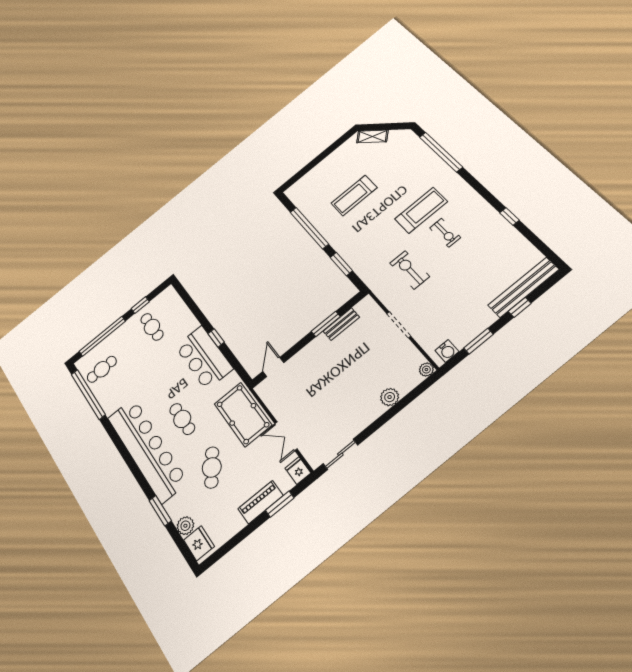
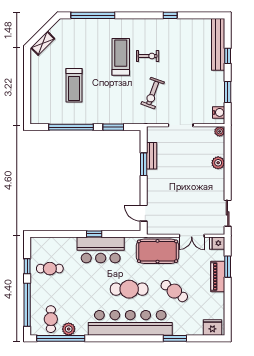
exercise bike: (410, 270) -> (153, 93), turned -70
cafe table: (182, 419) -> (129, 289), width x1.37, depth x1.35
plant: (185, 526) -> (69, 329), moved

